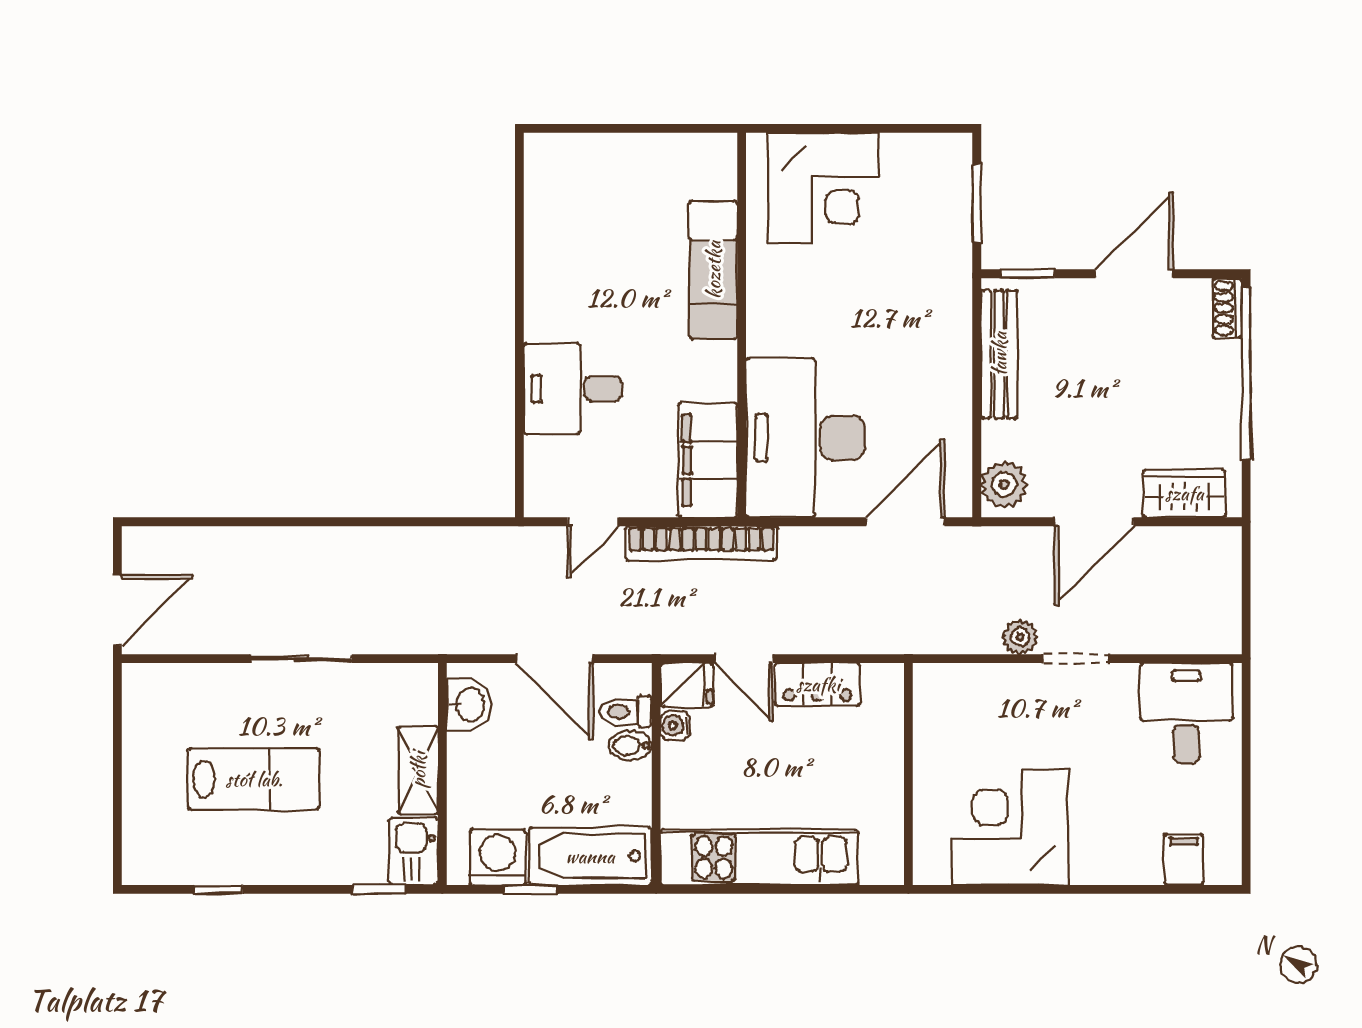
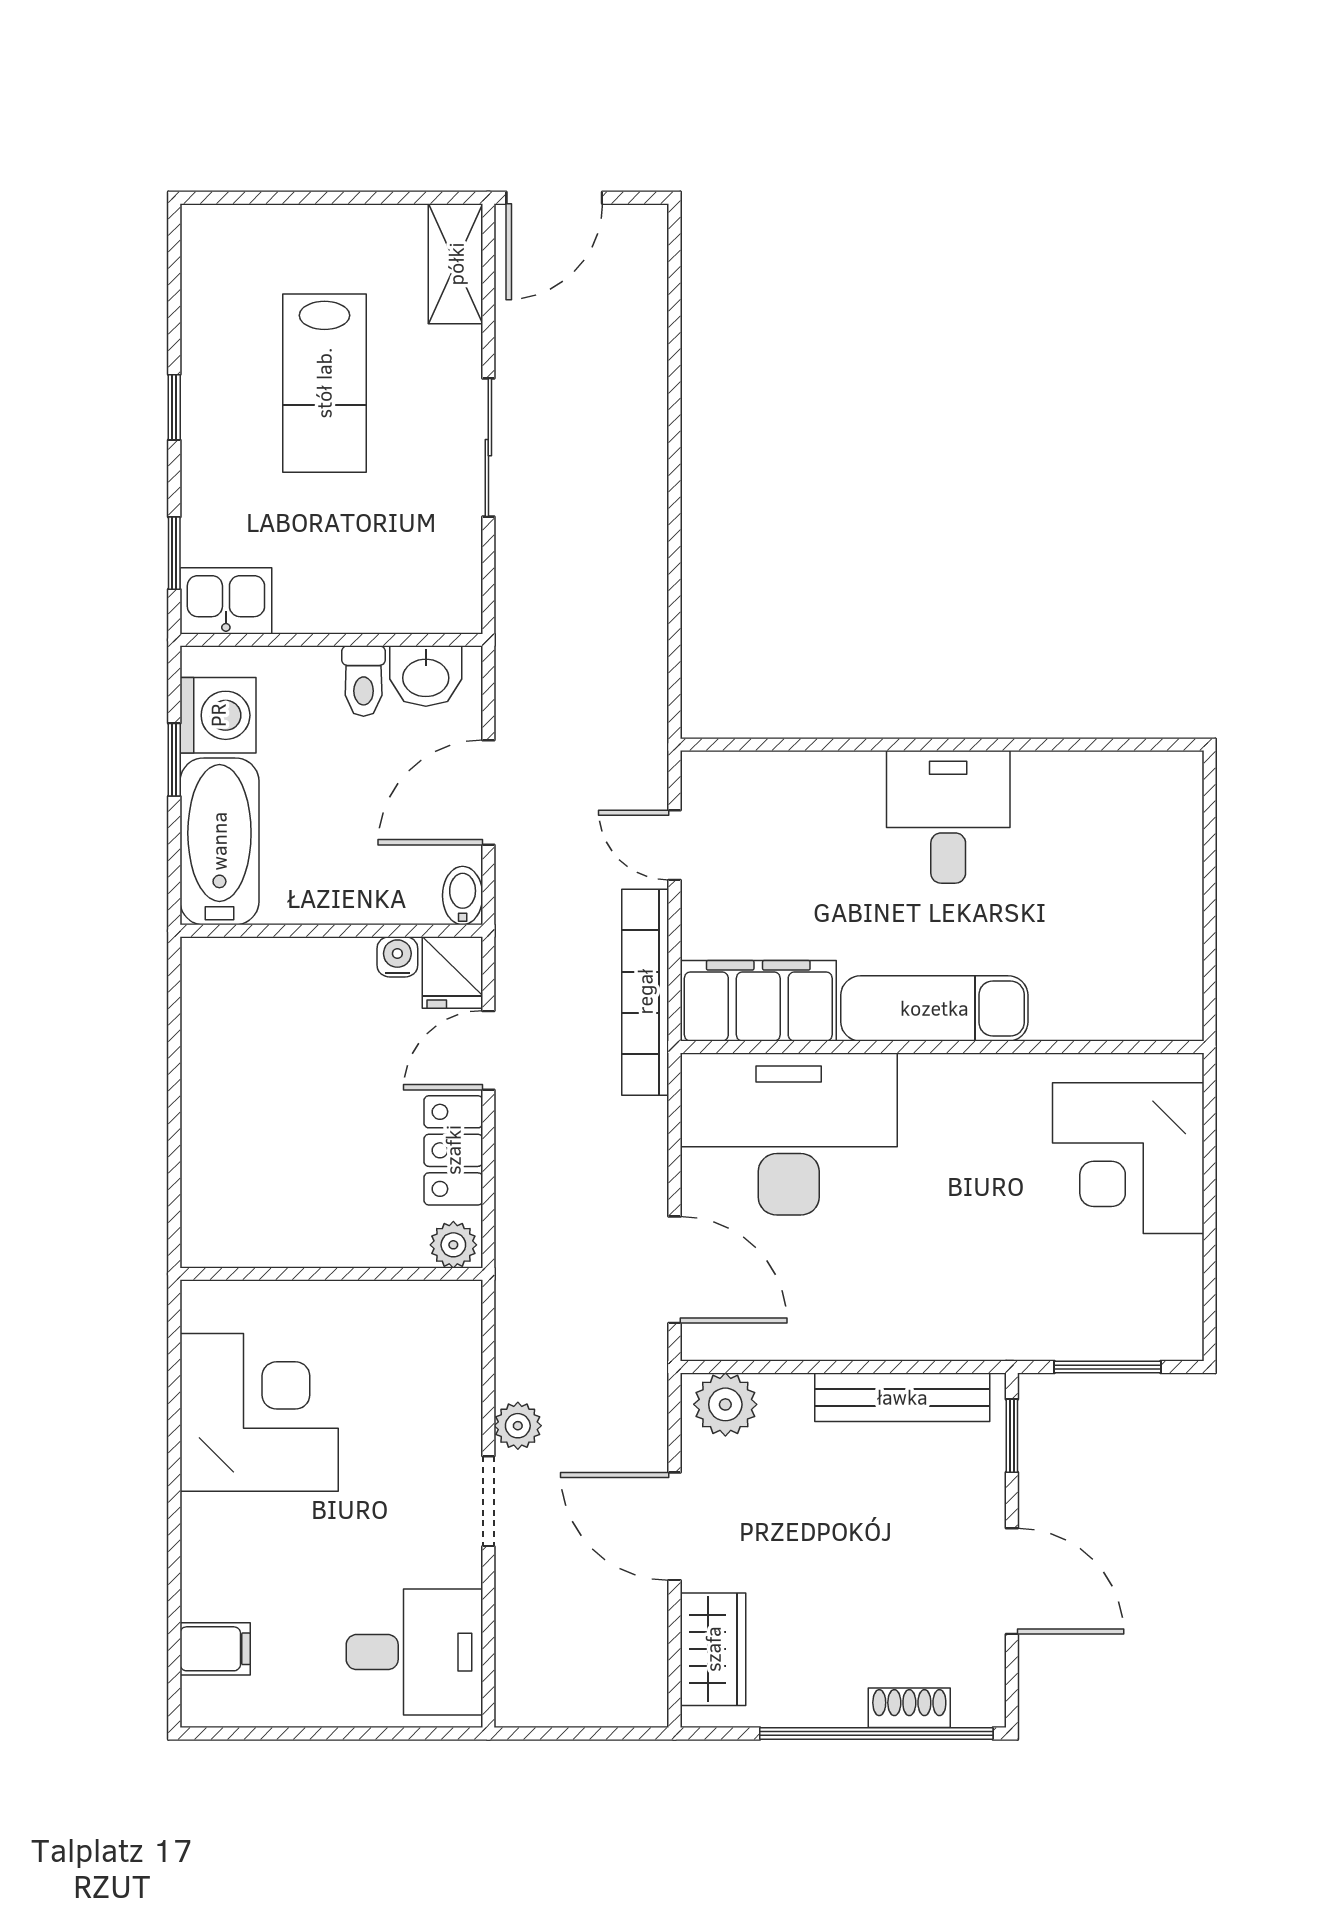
exam couch: (713, 270) -> (934, 1008), moved
shoe rack: (1227, 308) -> (909, 1708), moved
desk: (572, 389) -> (948, 817), moved
door: (117, 610) -> (554, 198), hinge flipped
plant: (887, 684) -> (453, 1245), added
toilet: (626, 712) -> (364, 681), moved, turned 180
bidet: (630, 746) -> (463, 896), moved
shelving: (418, 770) -> (456, 264), moved, turned 90
kitchen unit: (759, 857) -> (218, 1071), removed
window: (219, 889) -> (174, 407), moved

